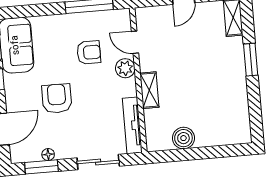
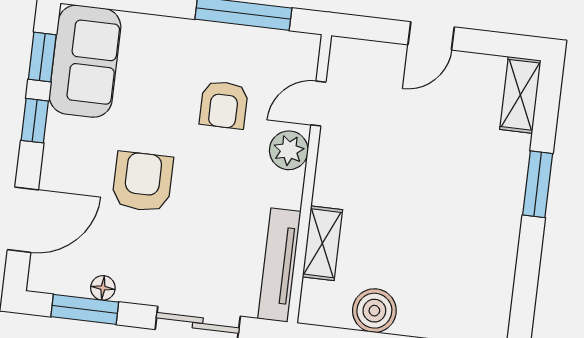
door: (135, 42) -> (318, 103), hinge flipped
armchair: (89, 52) -> (224, 105), turned 90
shelving: (149, 90) -> (322, 243), moved

